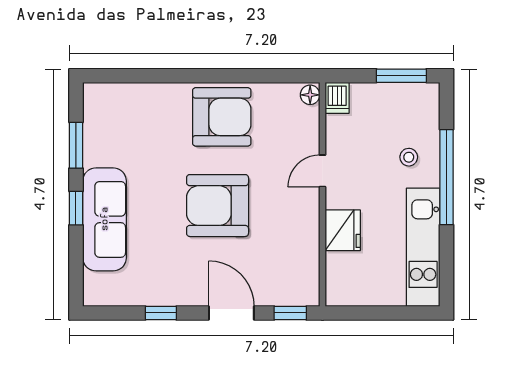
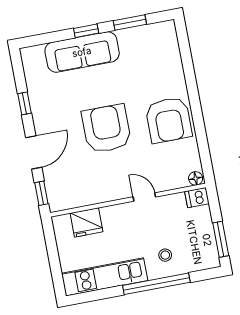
fridge: (343, 230) -> (87, 222), moved

